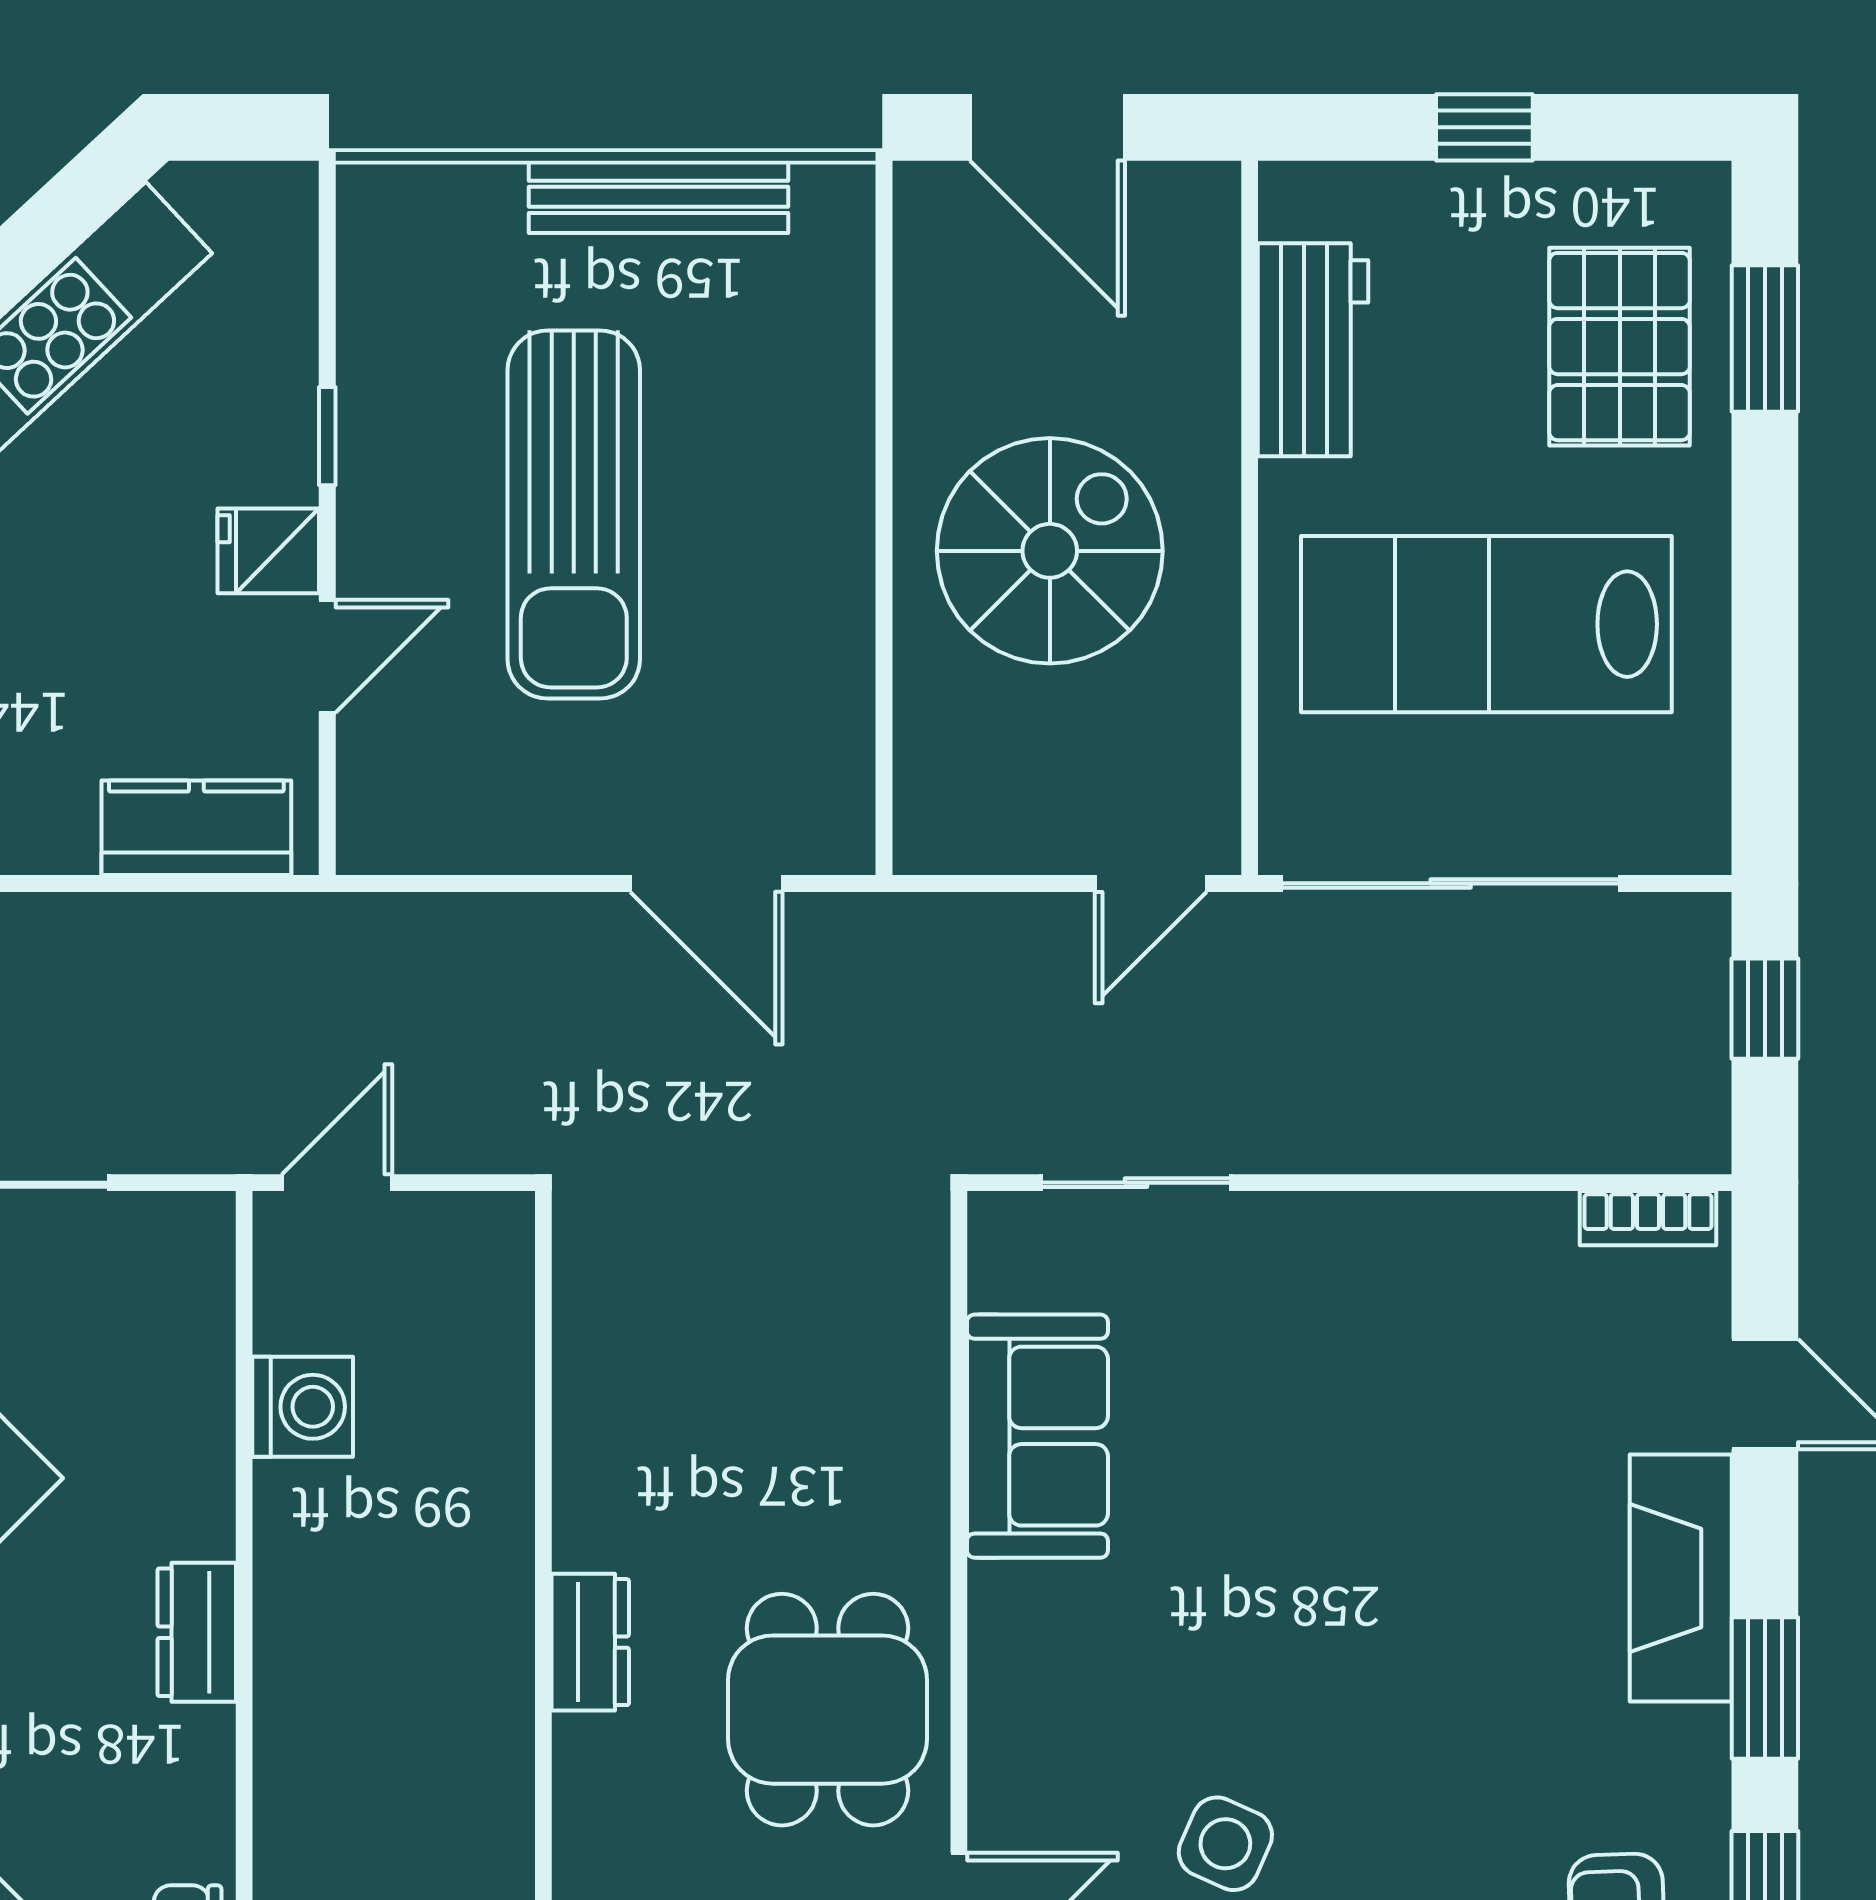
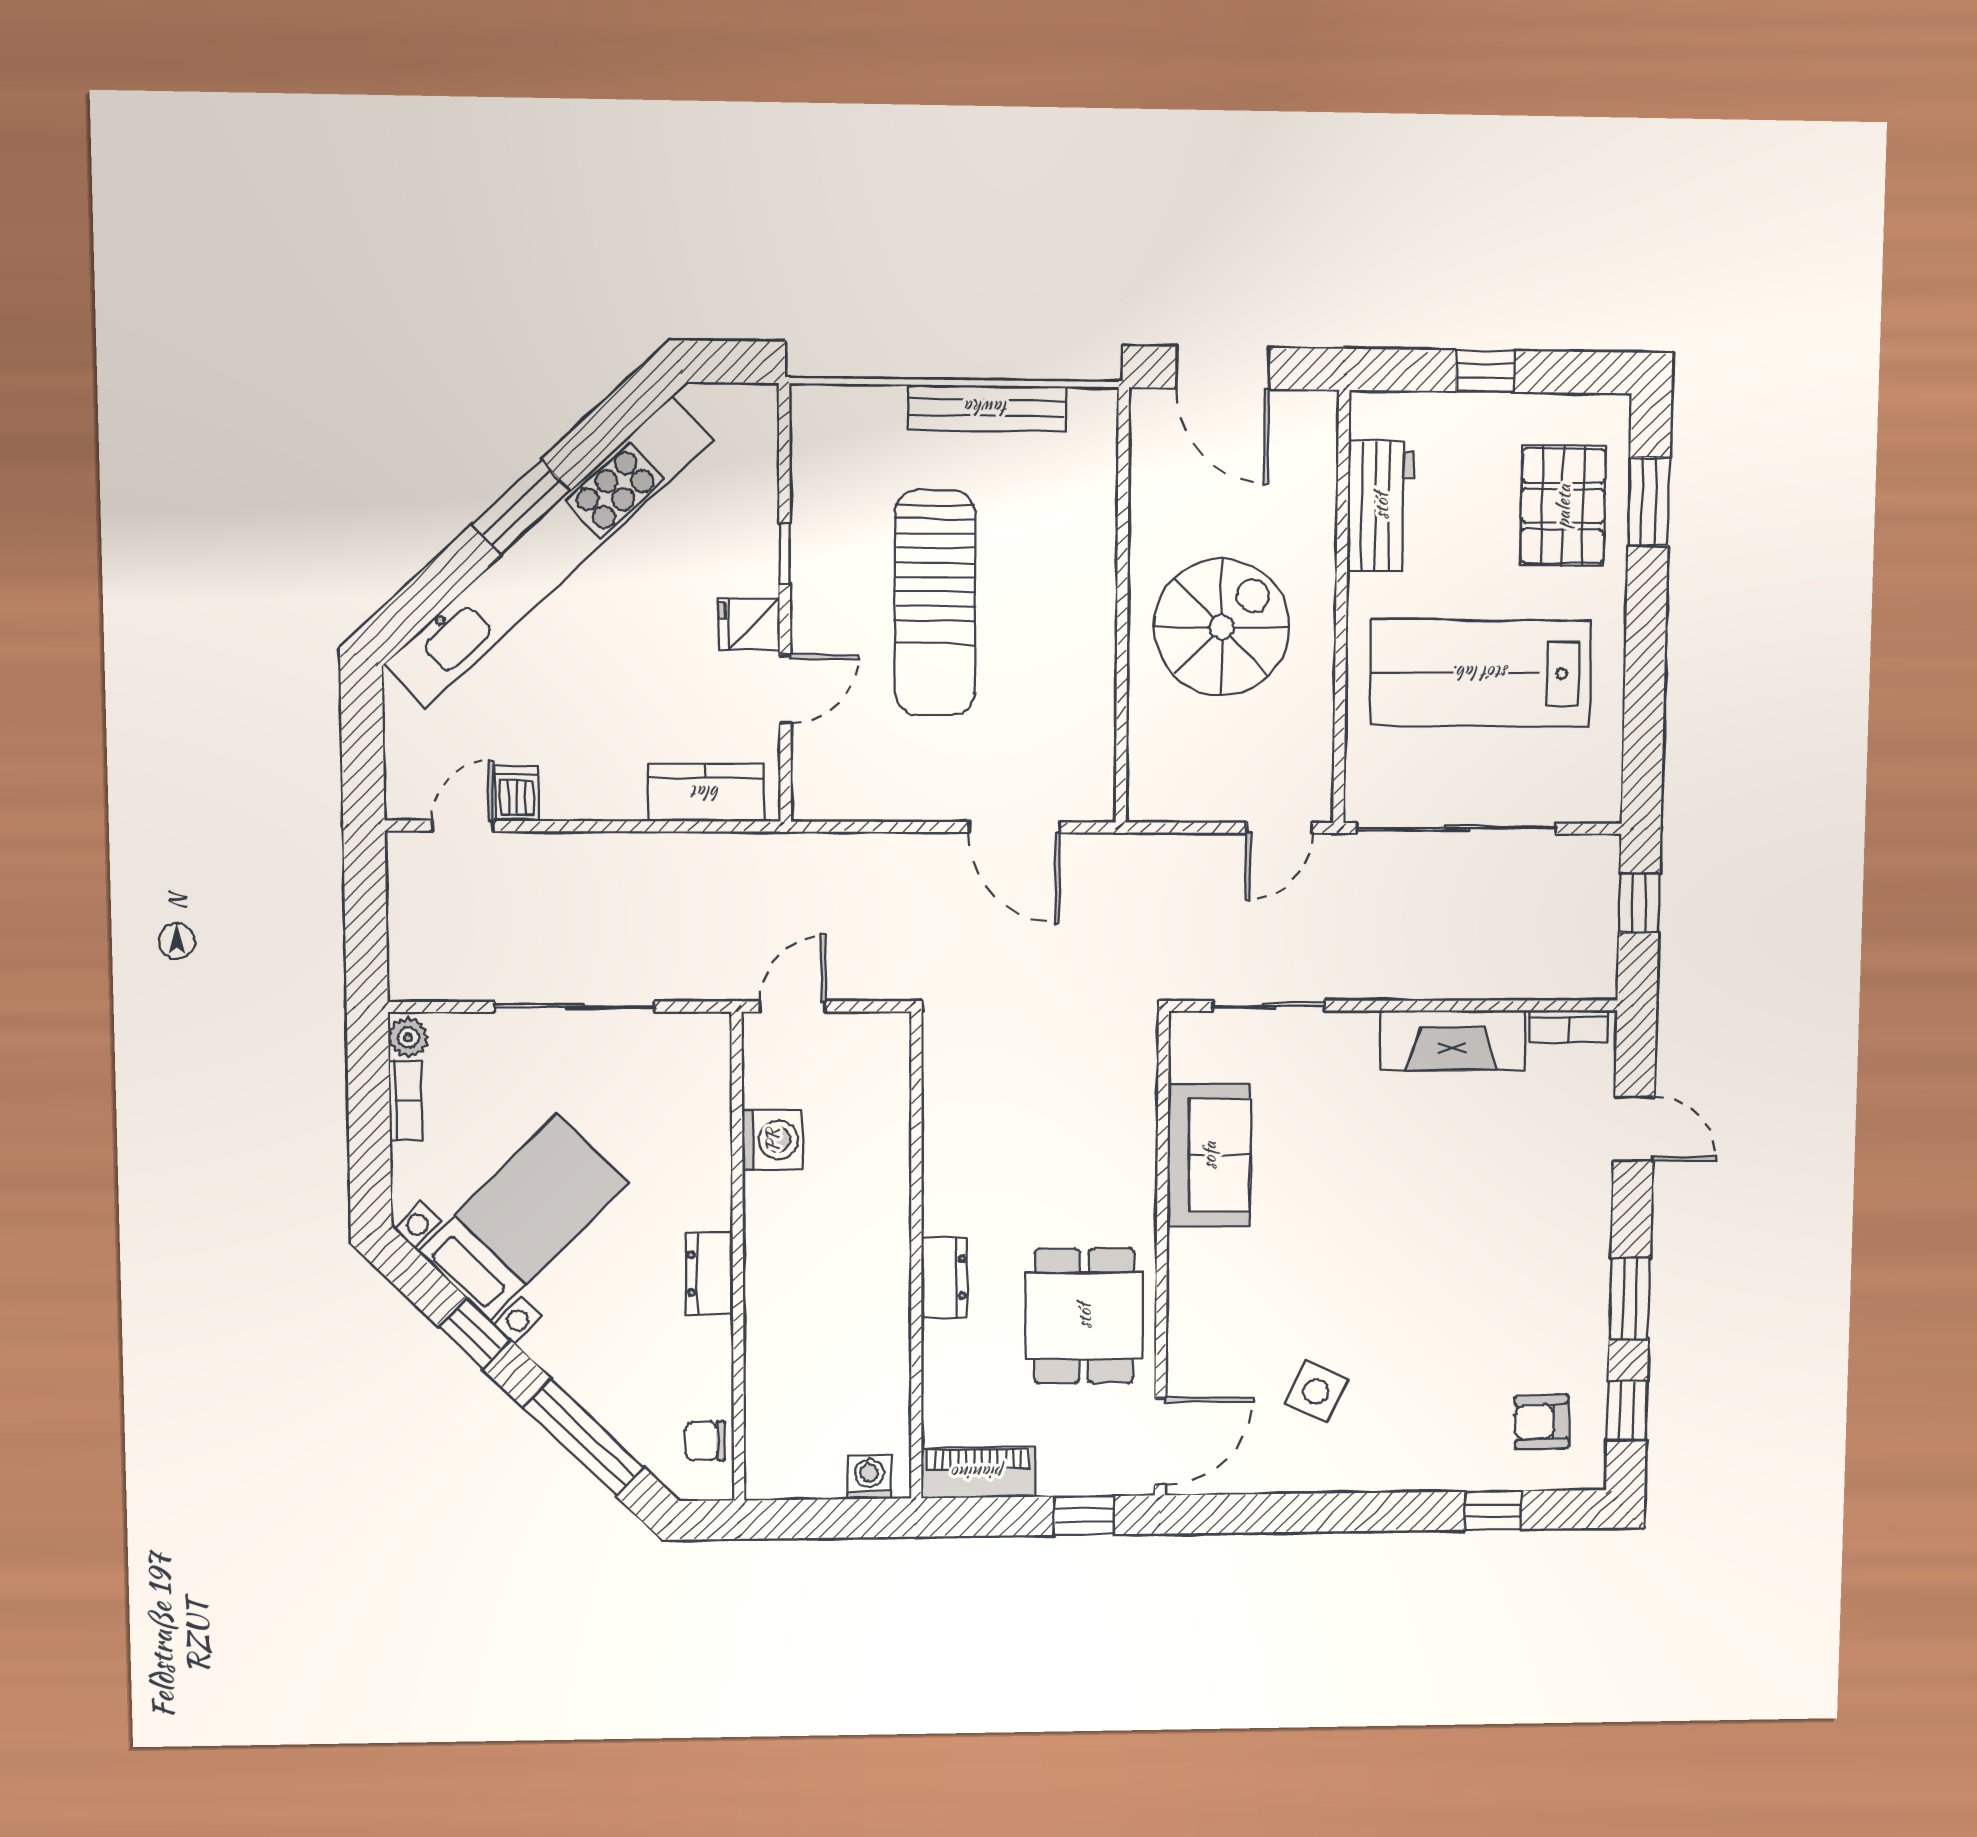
fireplace: (1681, 1578) -> (1452, 1040), moved, turned -90

